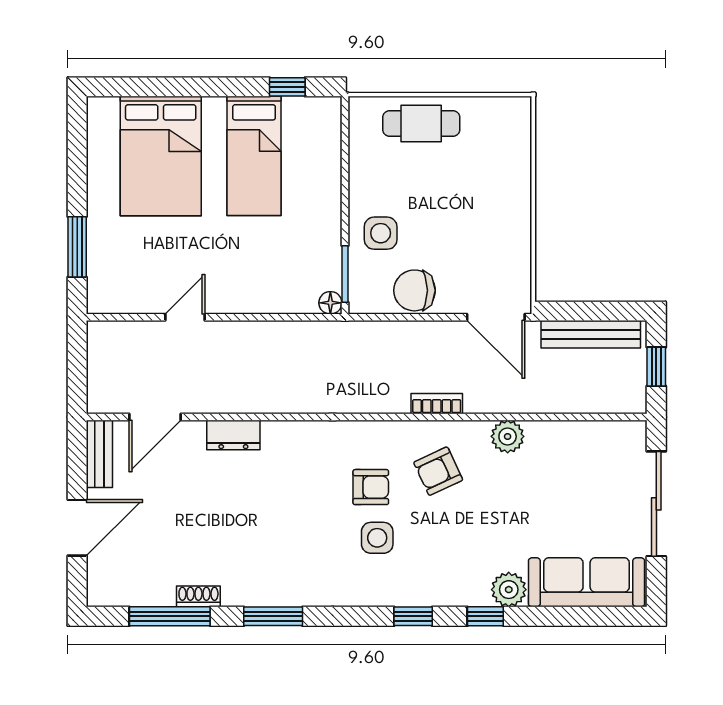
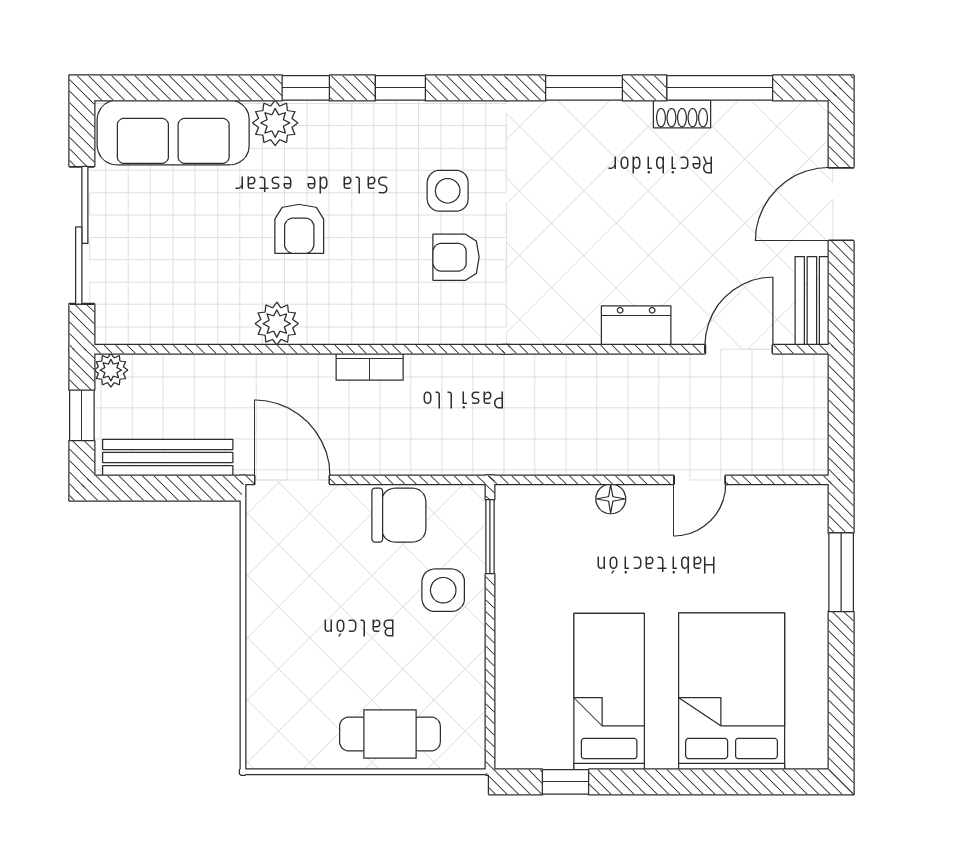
floor lamp: (330, 303) -> (611, 499), moved
plant: (634, 401) -> (111, 370), added
armchair: (438, 471) -> (299, 229), moved, turned 115

